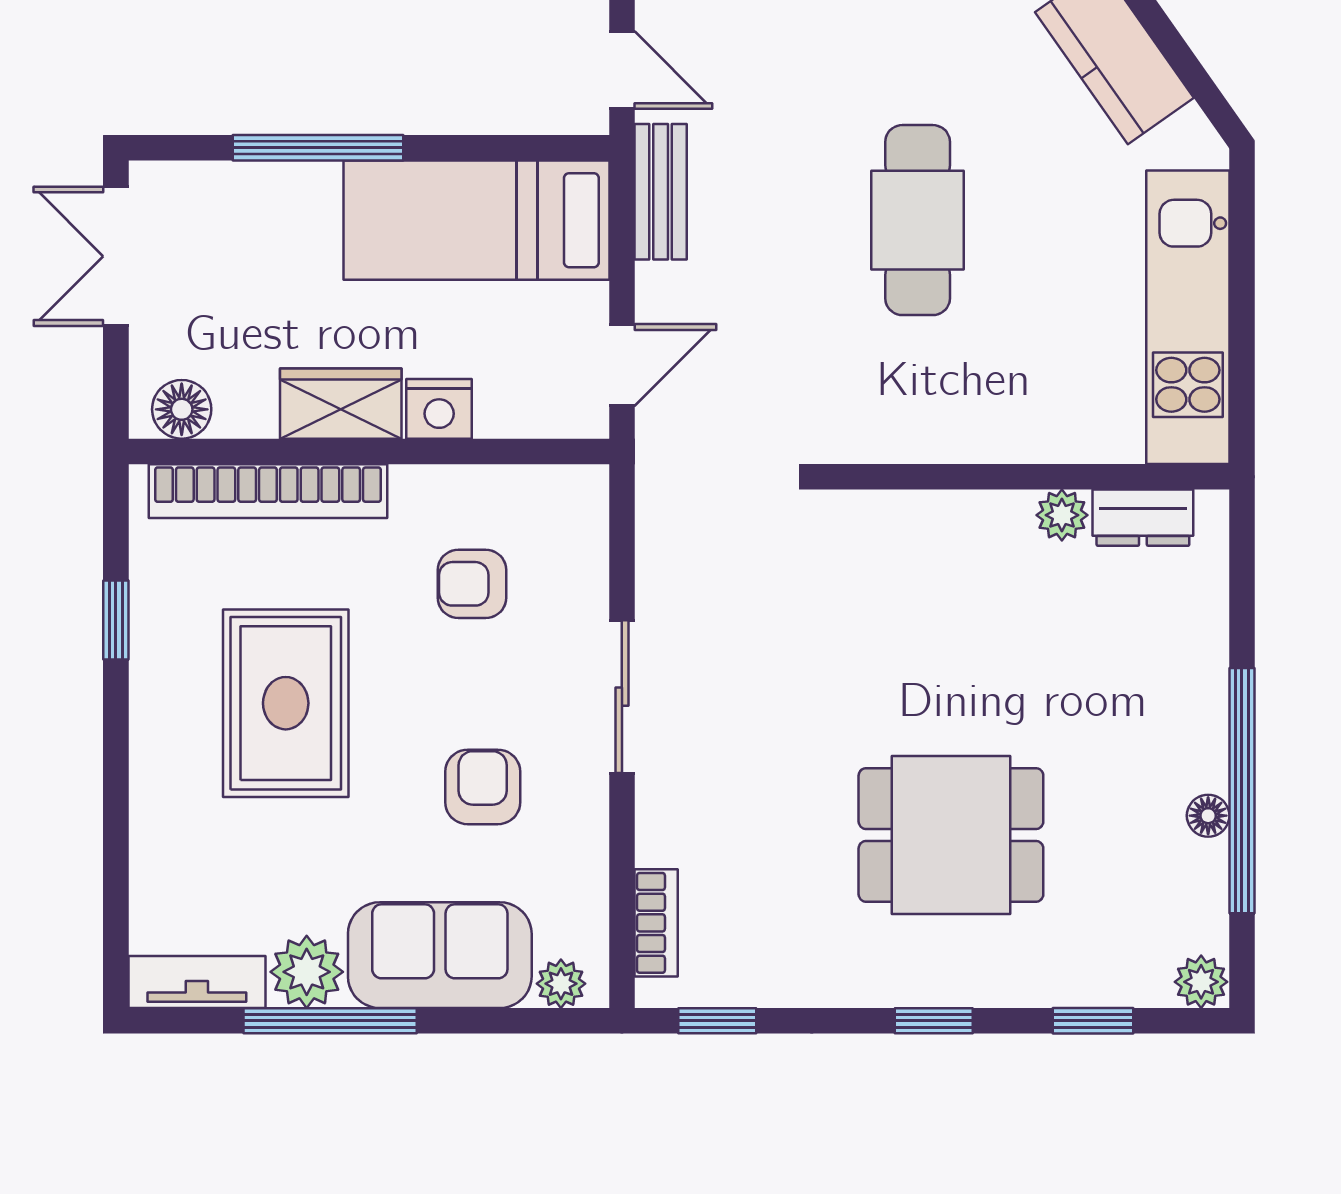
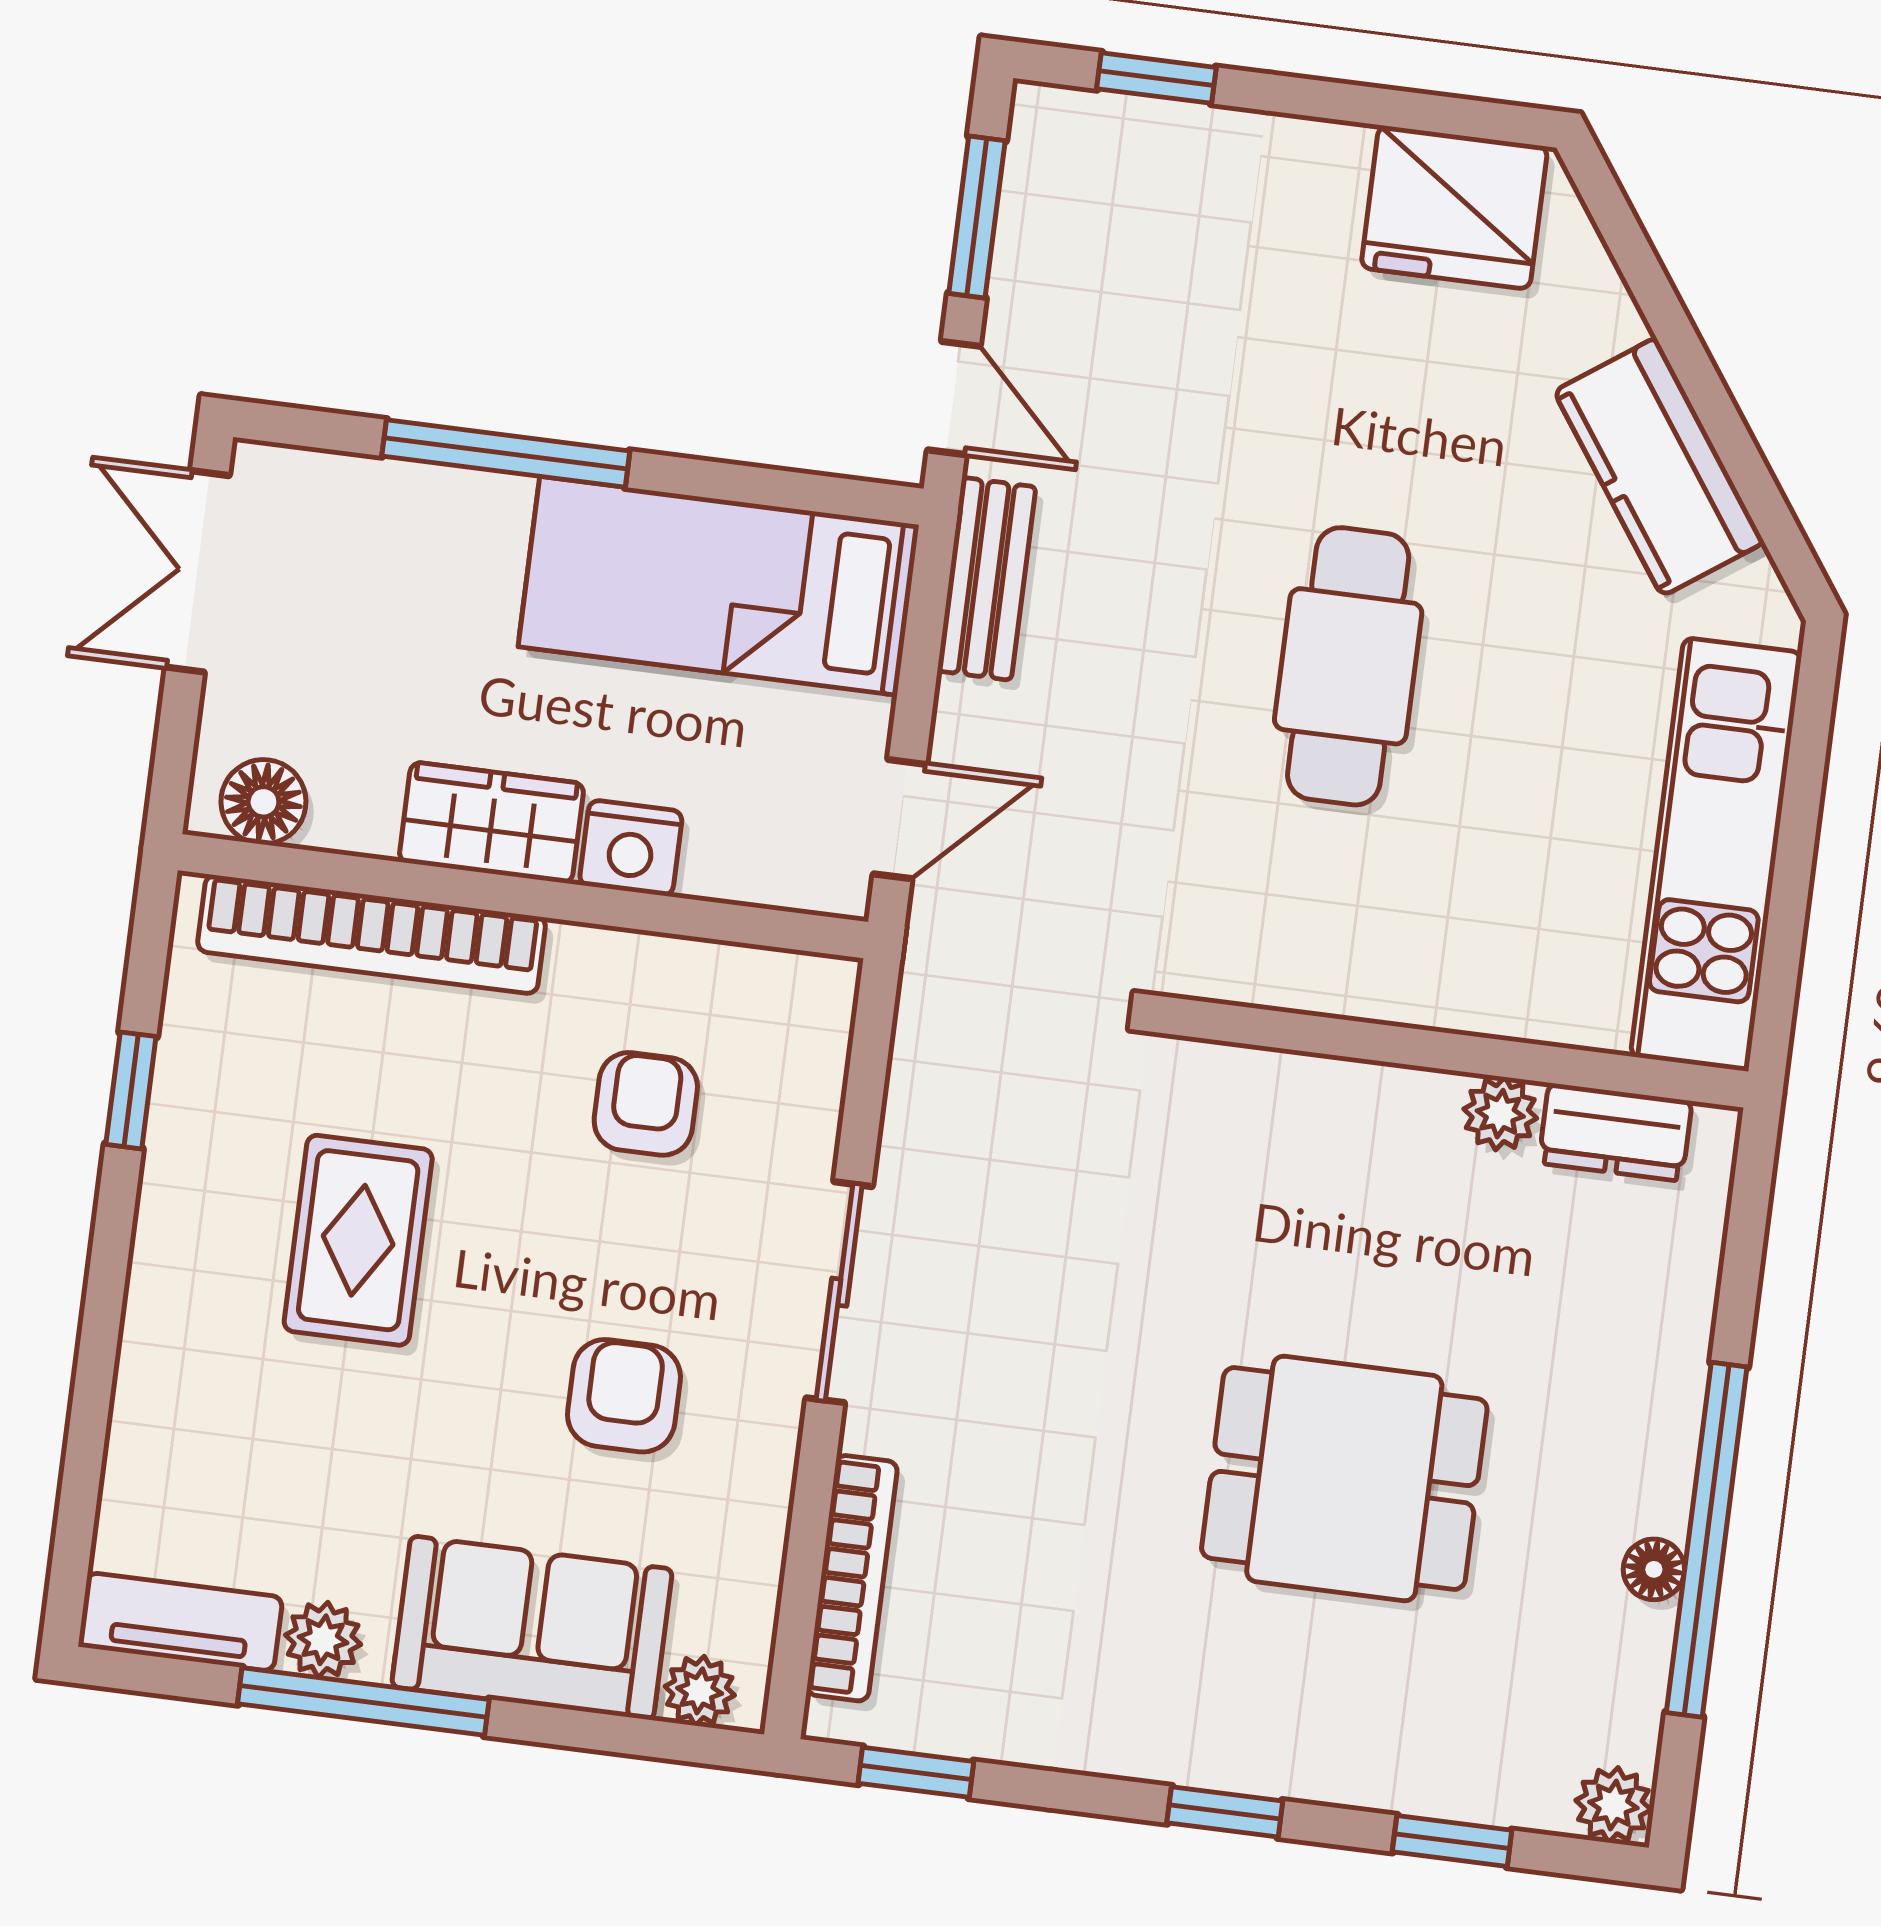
armchair: (472, 584) -> (646, 1104), turned 90
rug: (286, 703) -> (358, 1240), width x0.73, depth x0.70
dining table: (951, 835) -> (1344, 1478), moved
bookcase: (656, 923) -> (852, 1578), width x1.56
plant: (307, 972) -> (323, 1640), width x0.73, depth x0.73

